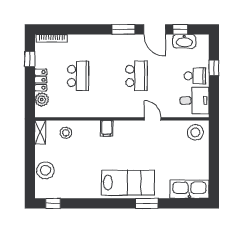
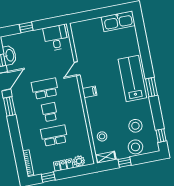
school desk: (195, 76) -> (50, 112), moved
filing cabinet: (107, 128) -> (90, 92), moved
stool: (195, 132) -> (135, 126), moved
window: (30, 154) -> (125, 162), added
kitchen sink: (190, 189) -> (118, 21), moved, turned -90
window: (147, 203) -> (152, 87), moved

